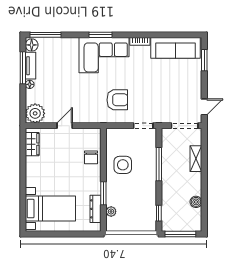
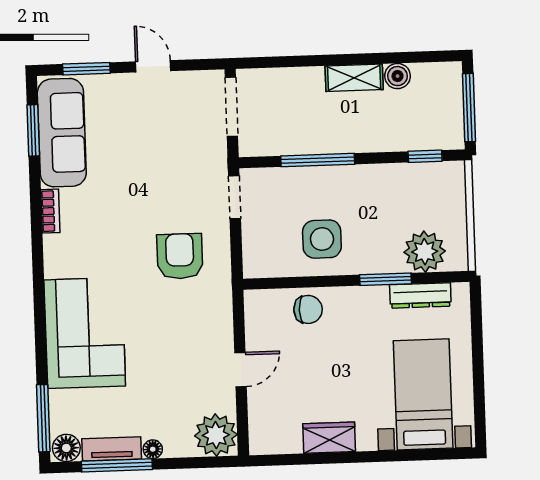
window: (101, 35) -> (33, 130), moved
corner sofa: (104, 55) -> (85, 333), moved
door: (204, 107) -> (153, 66), moved
door: (65, 126) -> (241, 370), swing flipped
wardrobe: (32, 144) -> (329, 438), moved
shelving: (196, 159) -> (354, 78), moved
plant: (111, 211) -> (425, 252), width x1.88, depth x1.88

